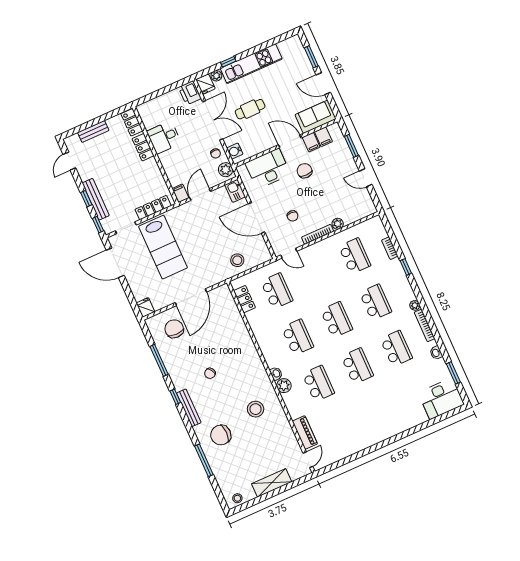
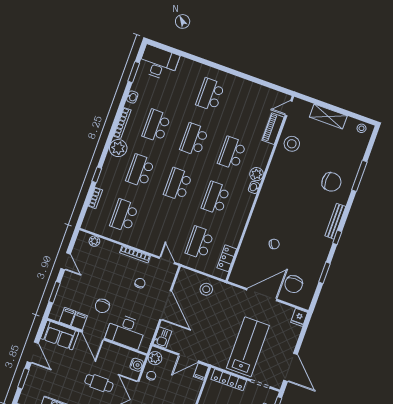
plant: (338, 224) -> (94, 241), moved
plant: (415, 305) -> (118, 148), width x1.88, depth x1.88
window: (159, 360) -> (325, 273), width x0.69
chair: (210, 373) -> (274, 244), moved
stool: (256, 409) -> (292, 144), moved
school desk: (378, 412) -> (210, 95), added

